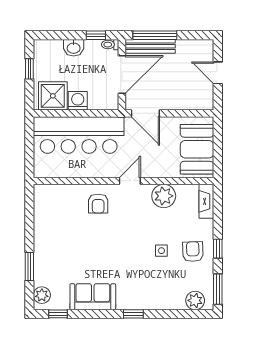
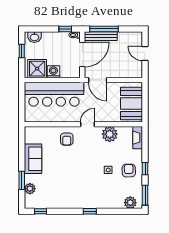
washbasin: (74, 48) -> (34, 37), moved
plant: (42, 295) -> (30, 189), moved
sofa: (93, 297) -> (33, 159), moved, turned 90

